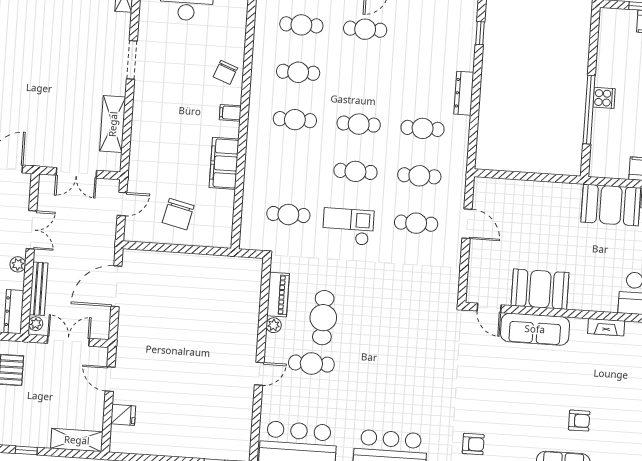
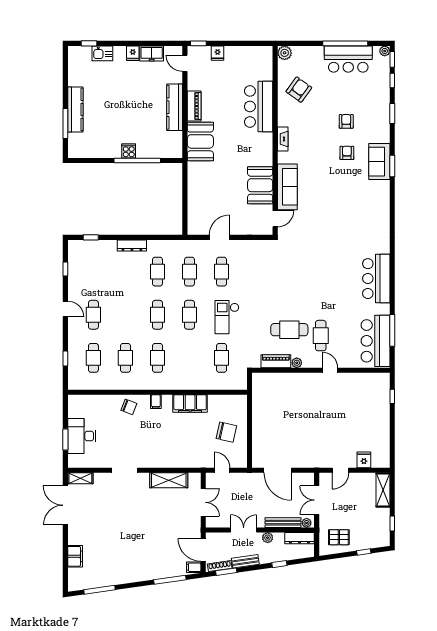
armchair: (473, 444) -> (346, 121), moved

